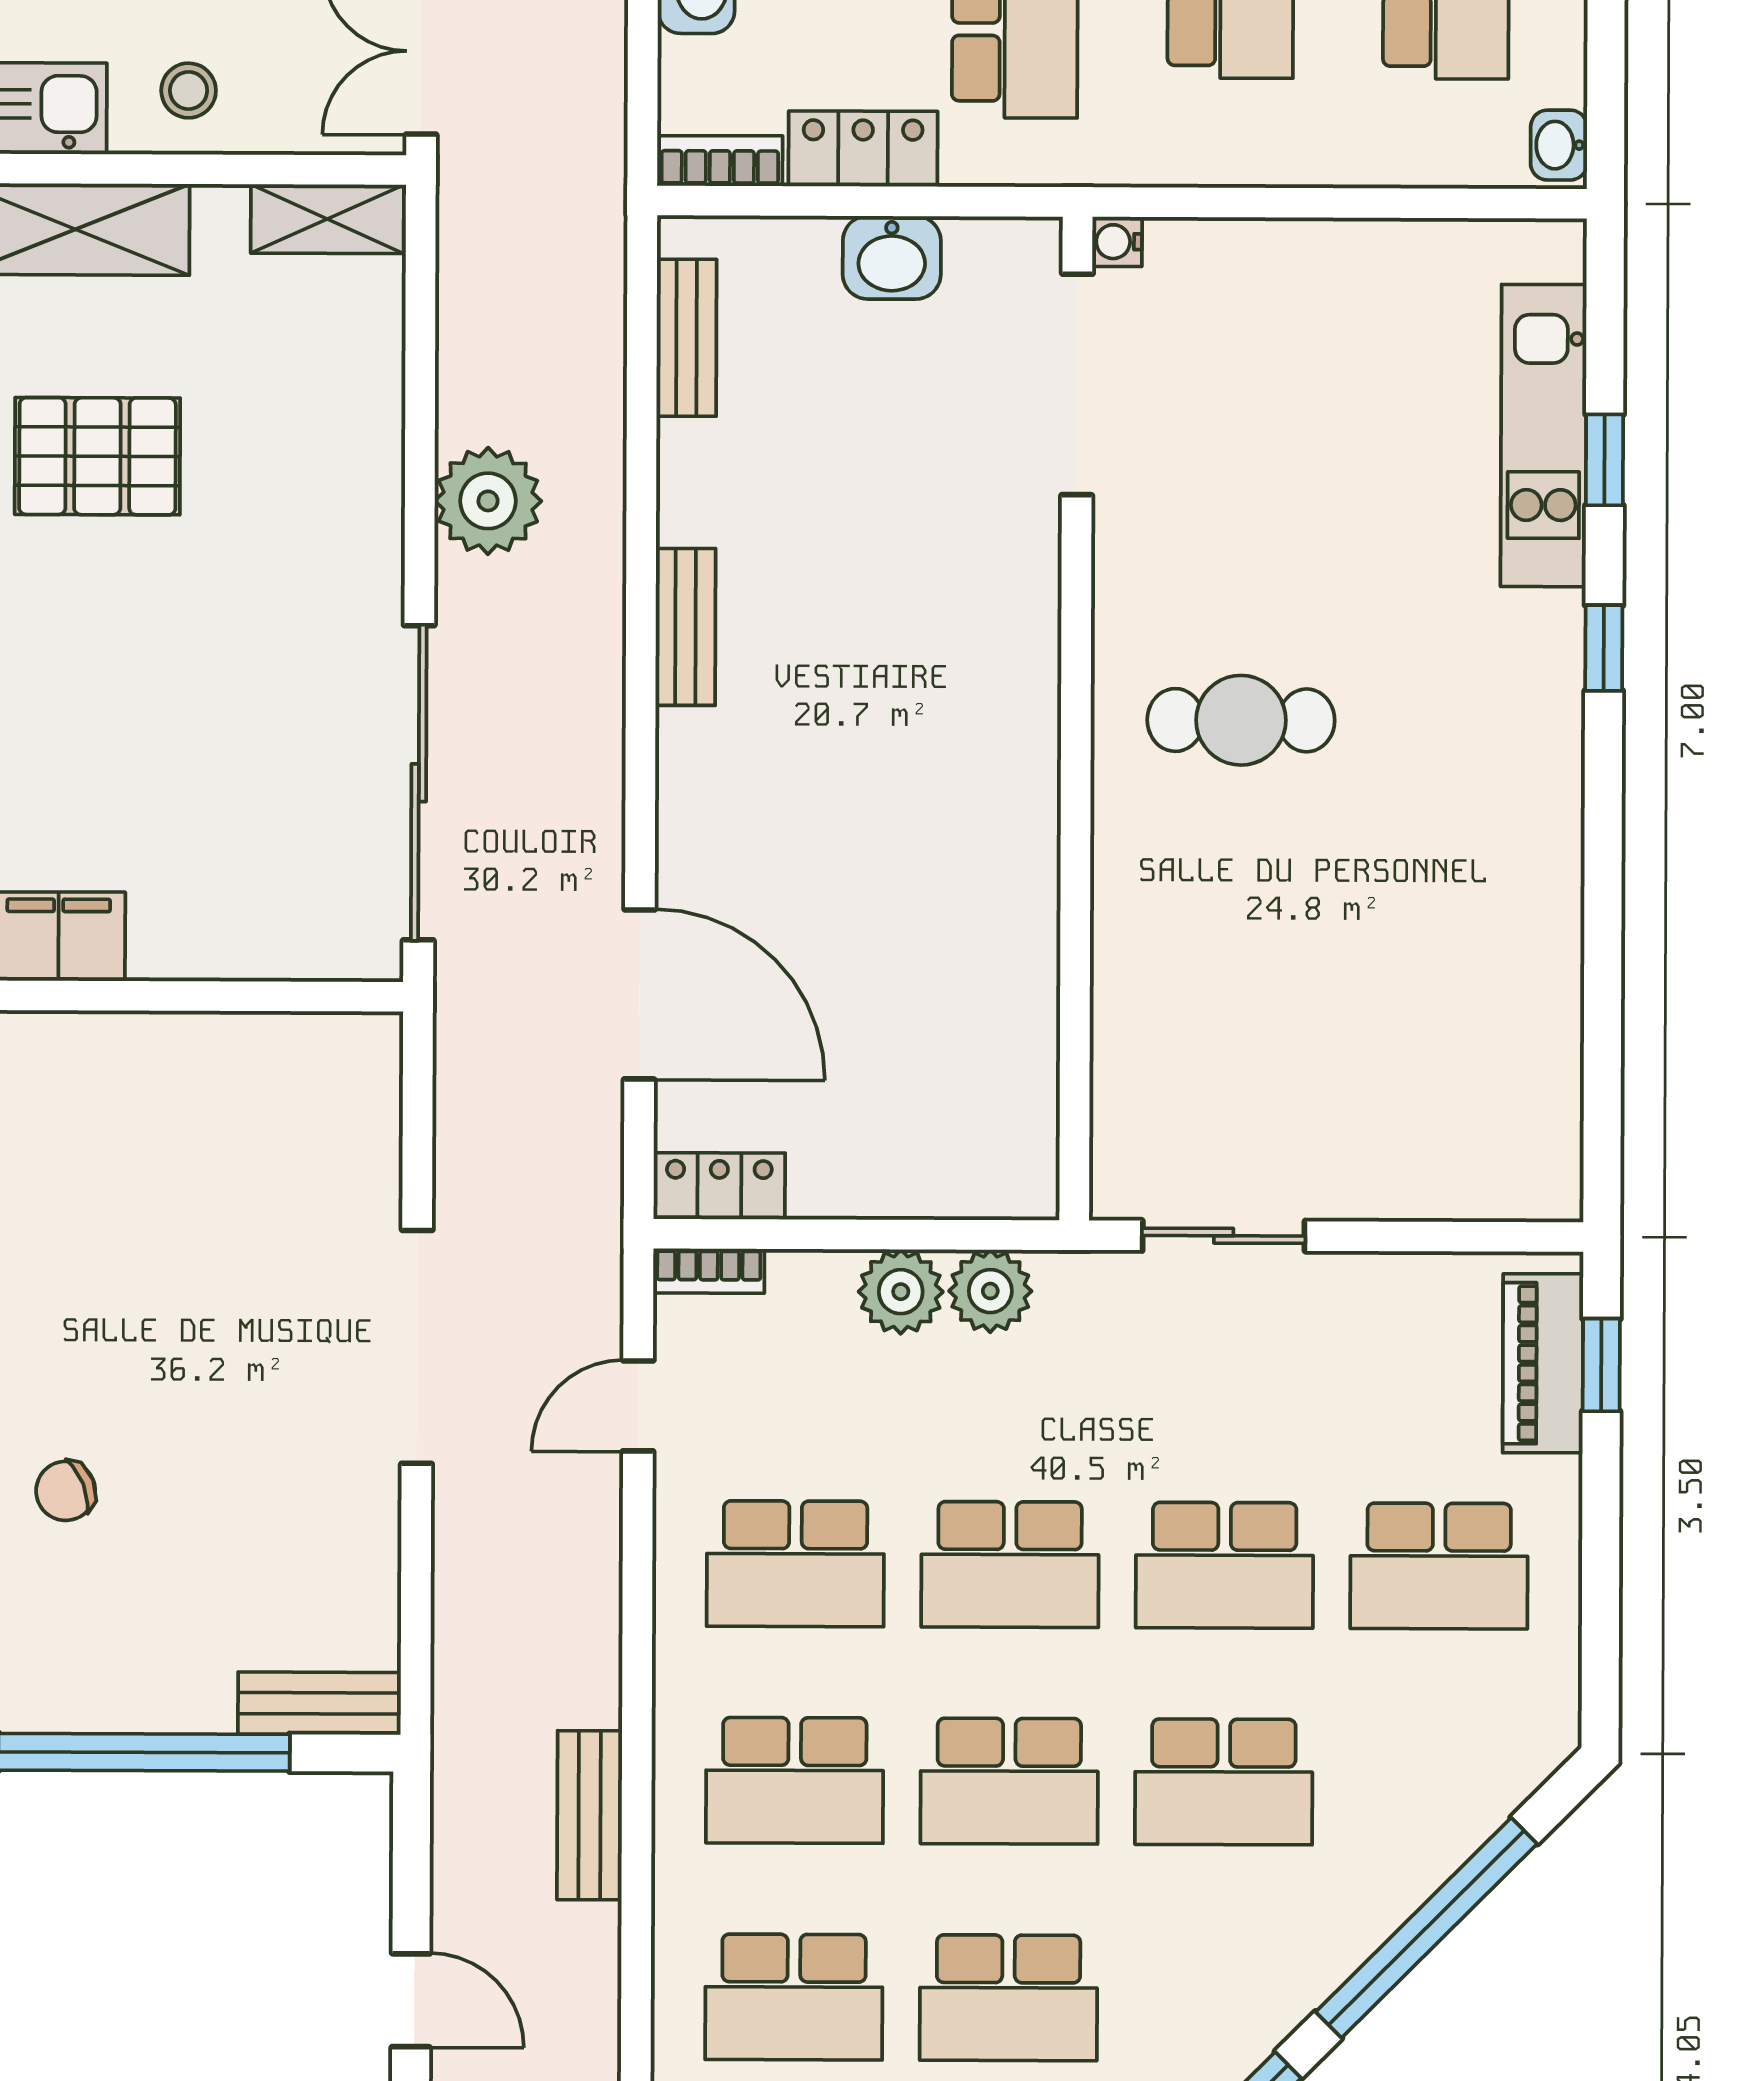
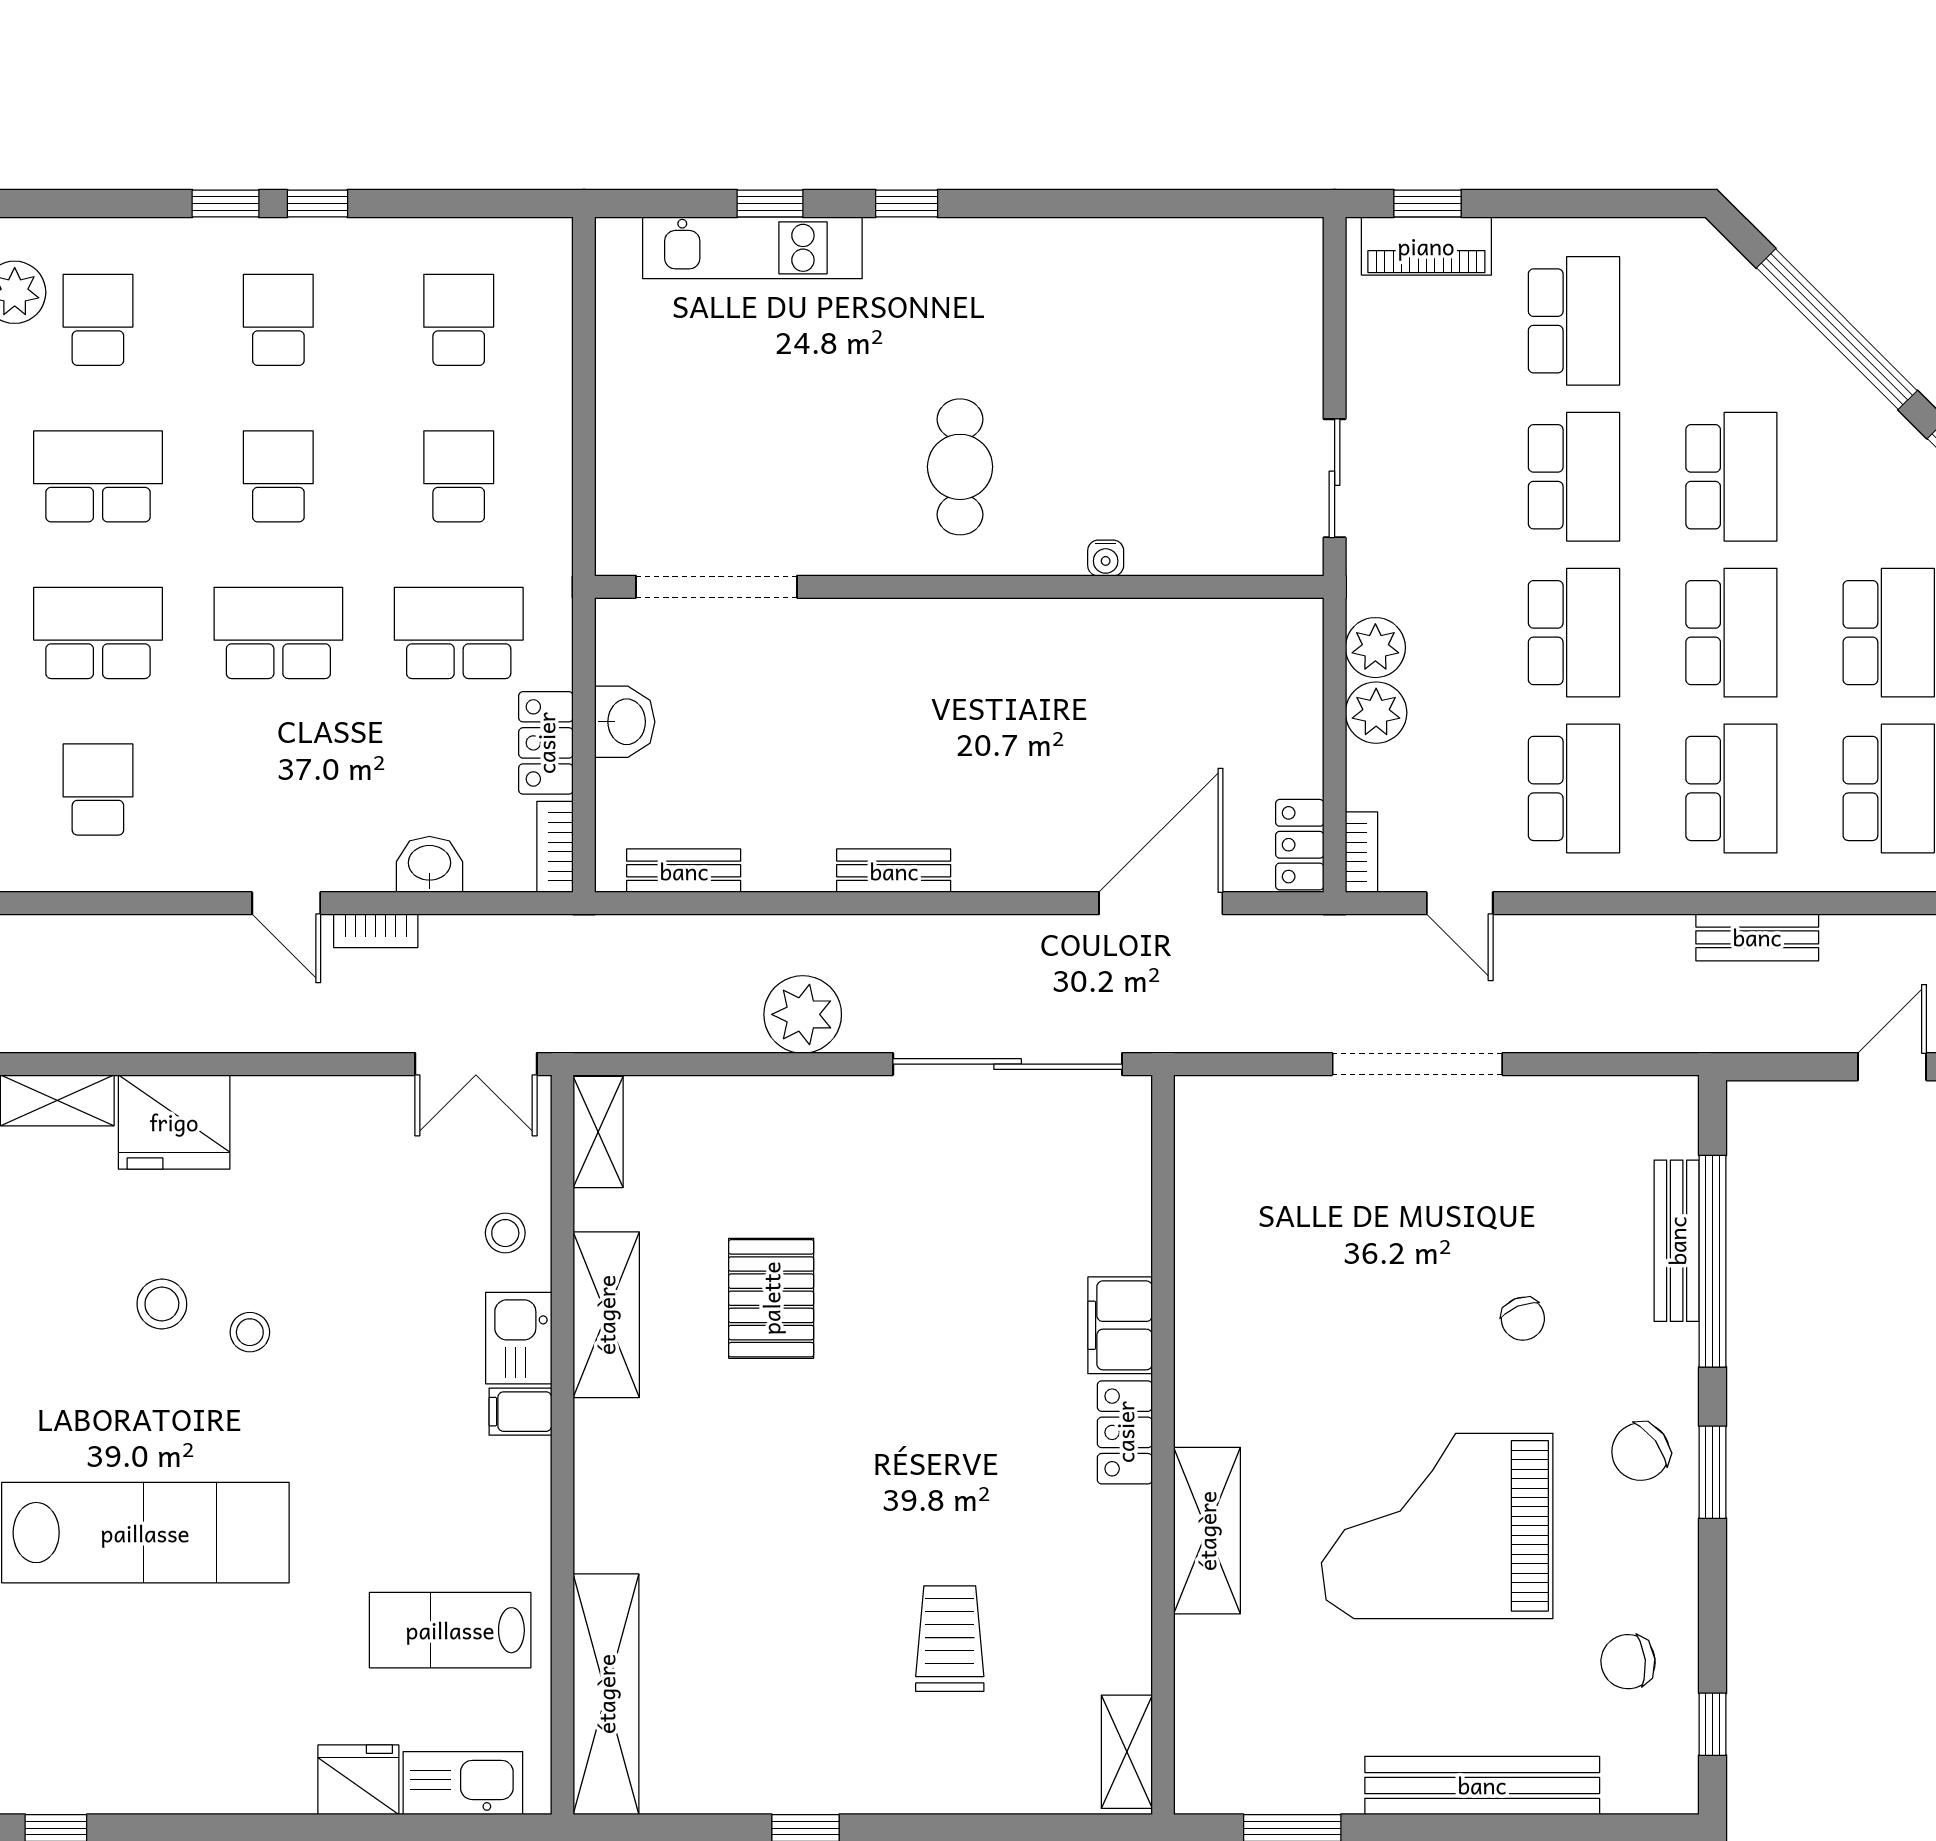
washbasin: (1559, 145) -> (541, 237), removed
water cooler: (1117, 242) -> (1106, 558), moved
bench: (319, 1703) -> (1677, 1241), moved, width x1.36

